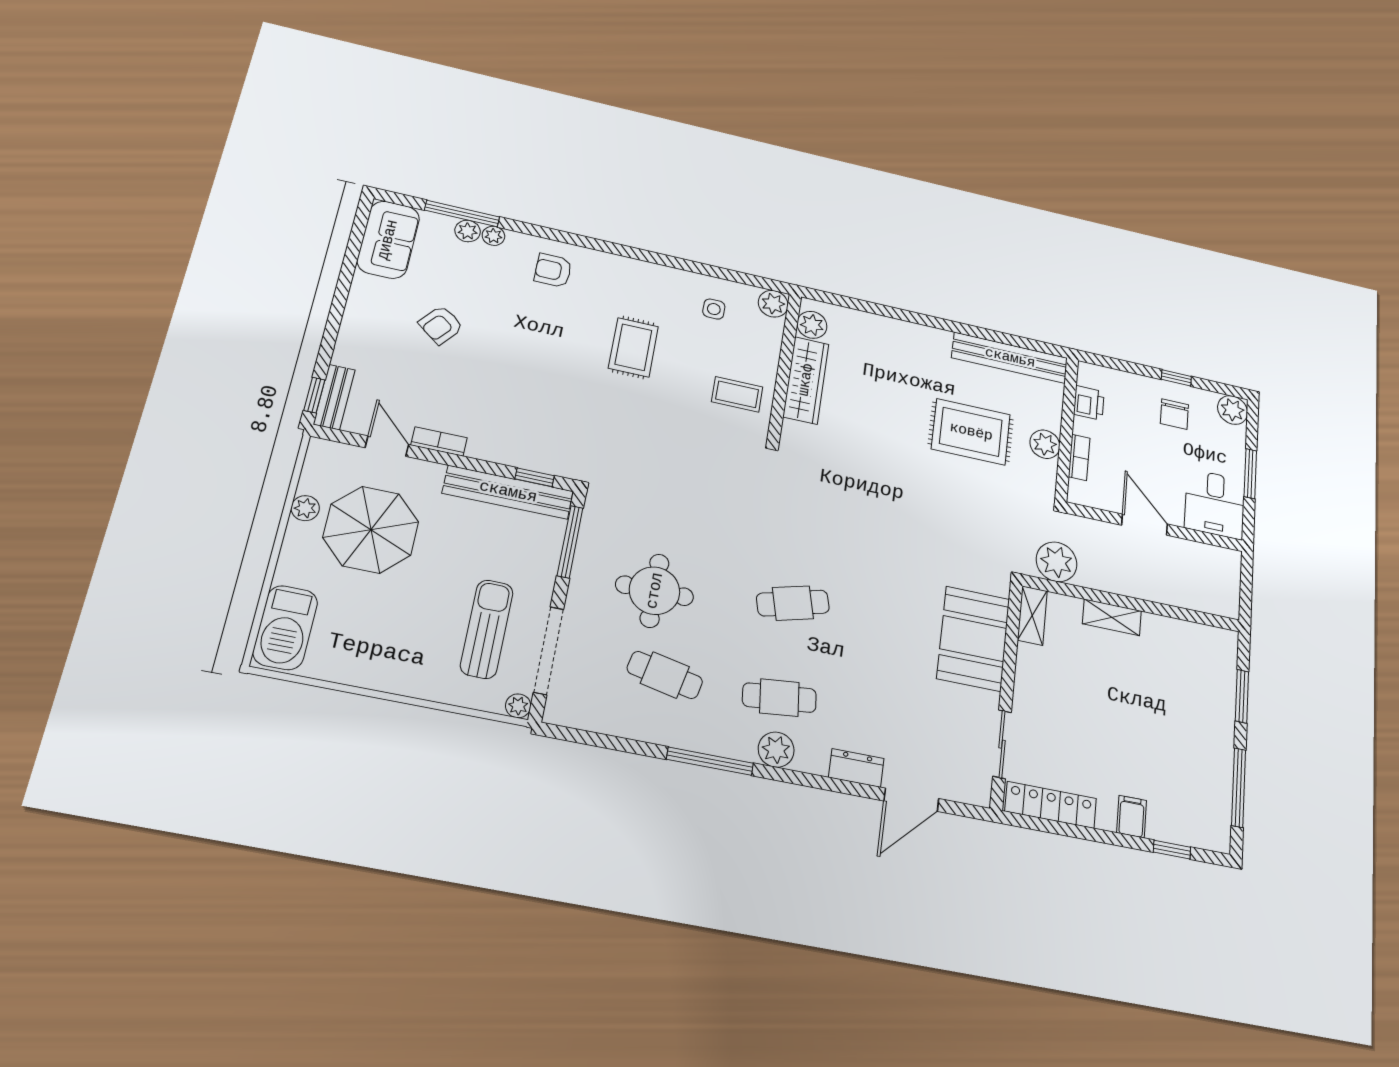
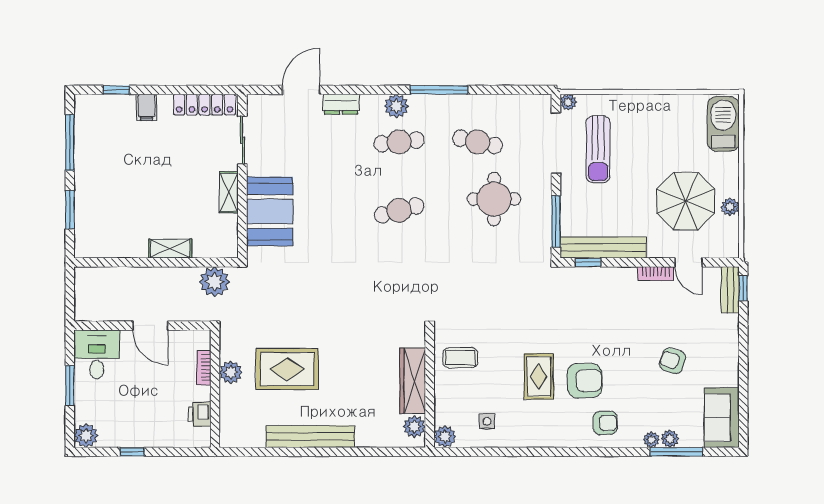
armchair: (441, 325) -> (673, 361), turned -110
armchair: (571, 328) -> (585, 381), added
bench: (1010, 358) -> (310, 437), moved
chair: (1174, 414) -> (132, 421), removed
shelving: (1032, 615) -> (229, 192), moved

